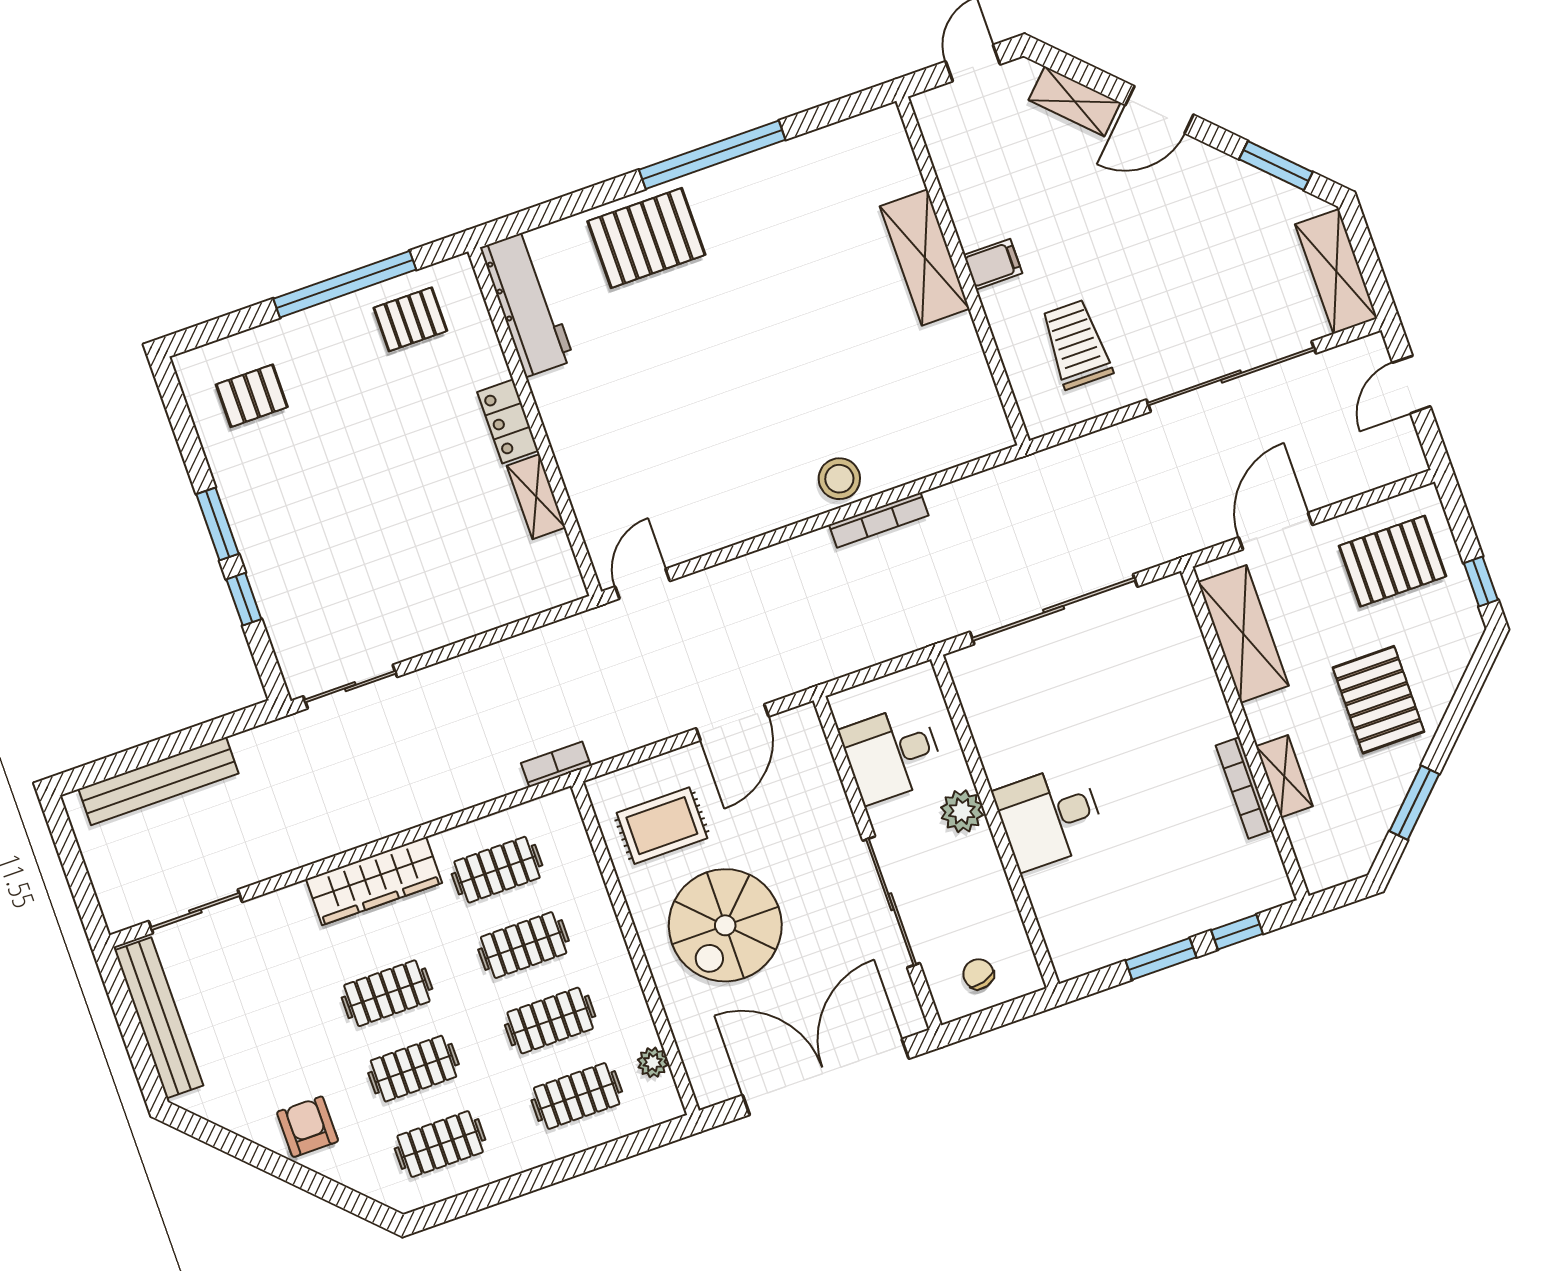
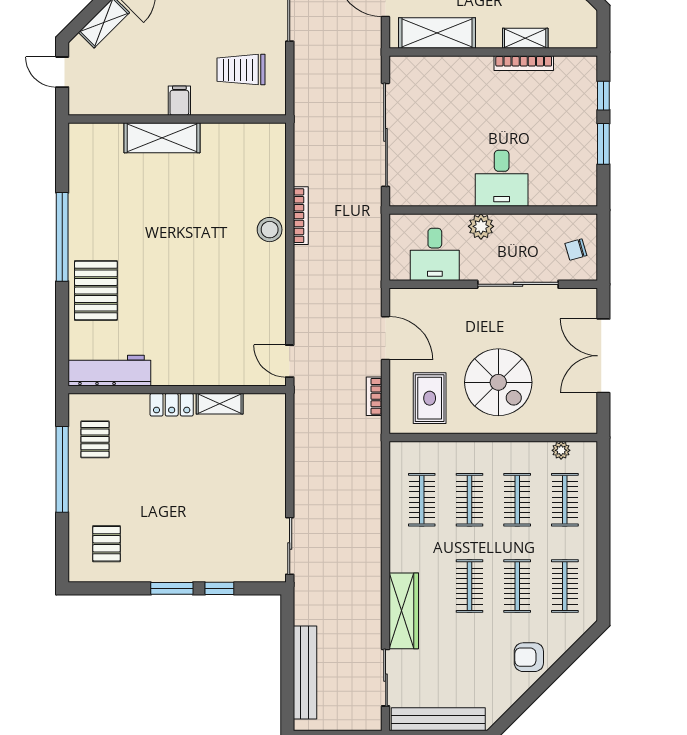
bookcase: (556, 764) -> (374, 396), moved
wardrobe: (374, 881) -> (404, 611), moved
double door: (826, 1077) -> (603, 356), width x0.73

